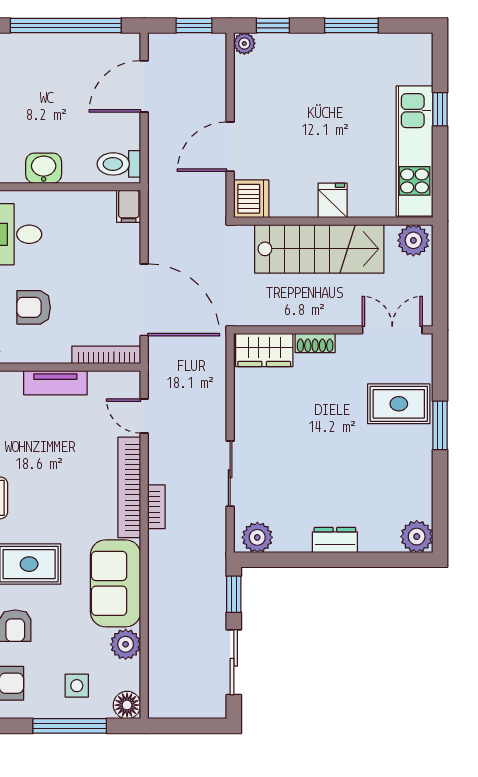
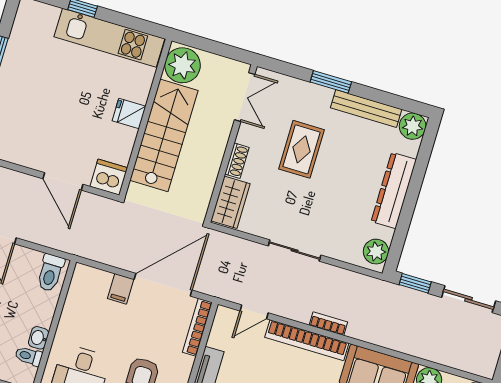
toilet: (14, 168) -> (29, 356), added
washbasin: (44, 168) -> (39, 338), width x0.72, depth x0.69
filing cabinet: (129, 206) -> (121, 289), moved, turned 90
plant: (413, 240) -> (182, 65), width x1.36, depth x1.36
double door: (392, 330) -> (245, 97), swing flipped
rug: (399, 404) -> (301, 149), moved
sliding door: (230, 474) -> (295, 251), moved
bench: (421, 476) -> (366, 109), added
dresser: (335, 540) -> (394, 190), width x1.96, depth x1.24

